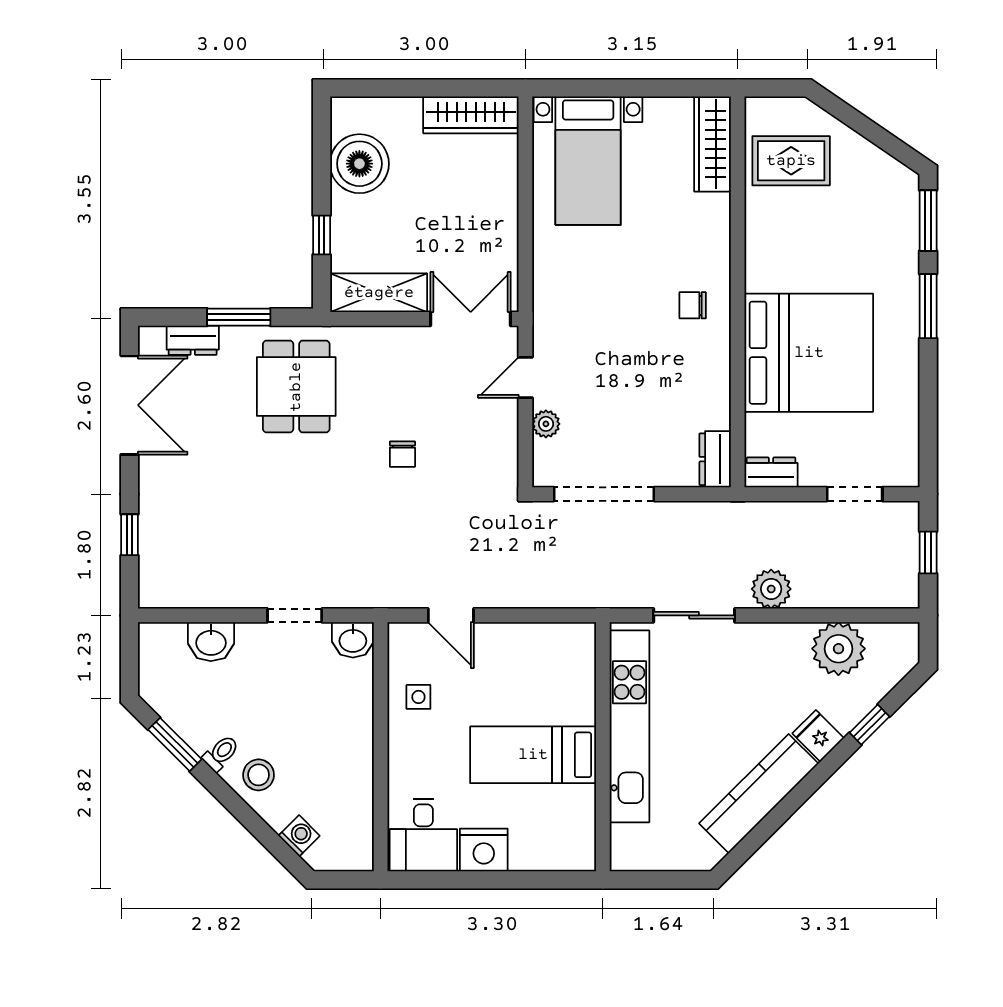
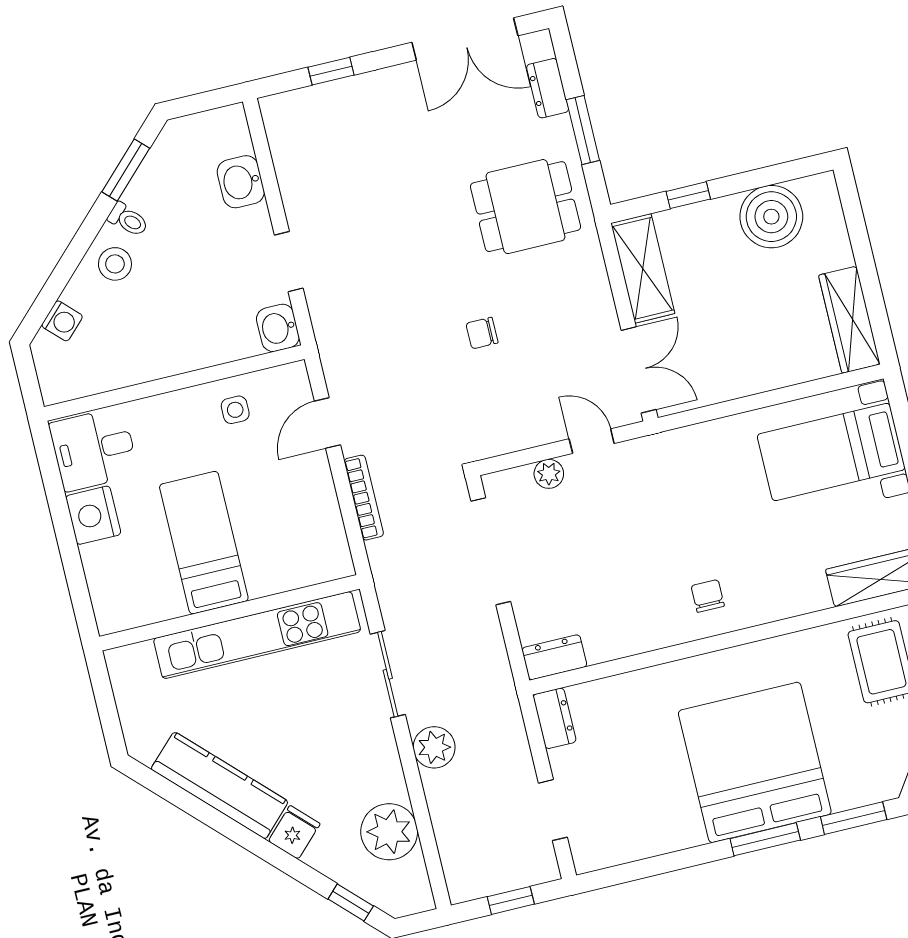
bed: (809, 353) -> (755, 762), moved, turned 180
bookcase: (527, 598) -> (364, 498), added
window: (870, 725) -> (351, 902), moved

